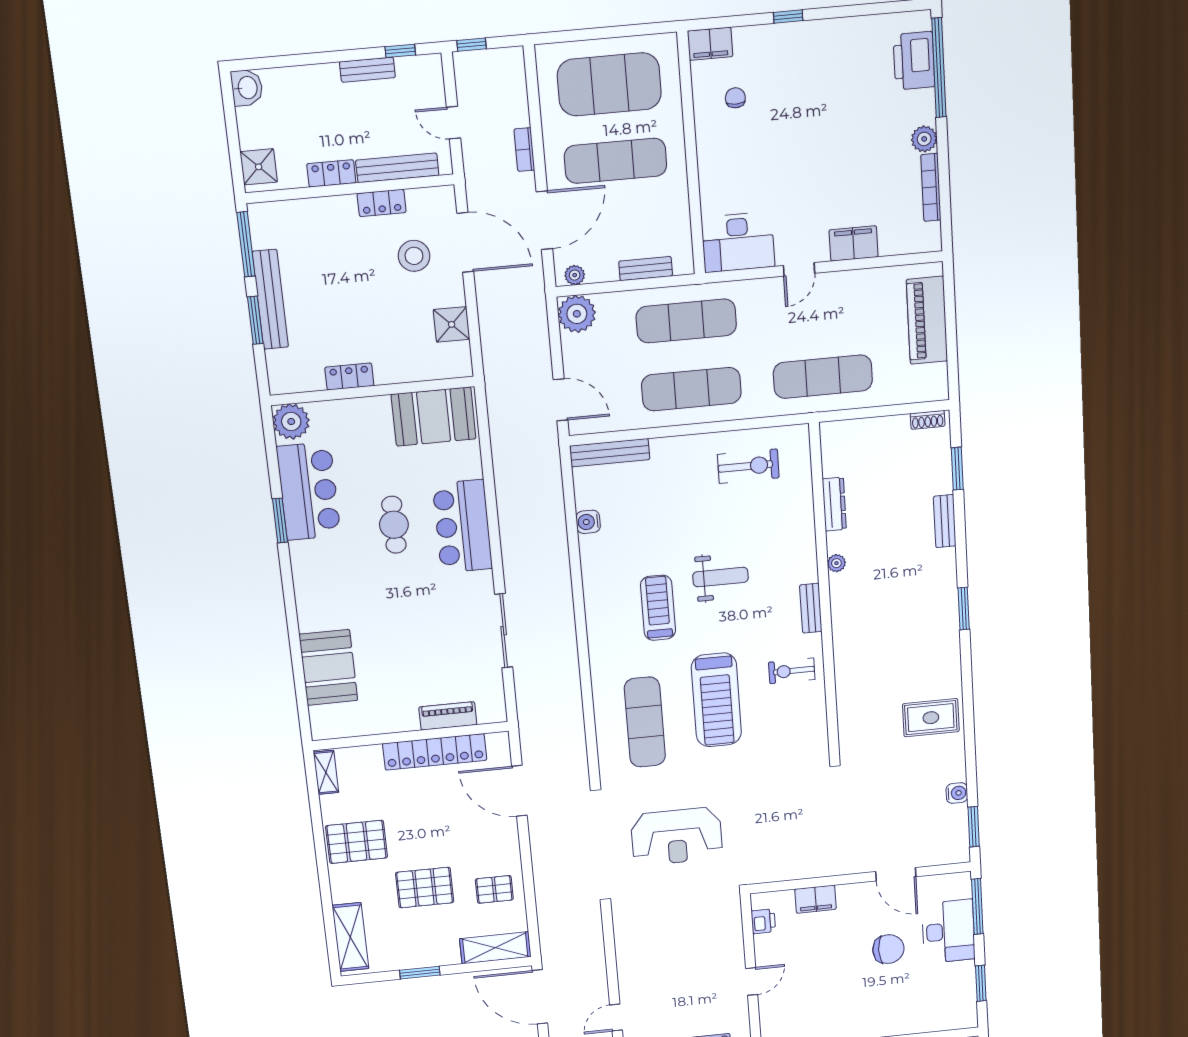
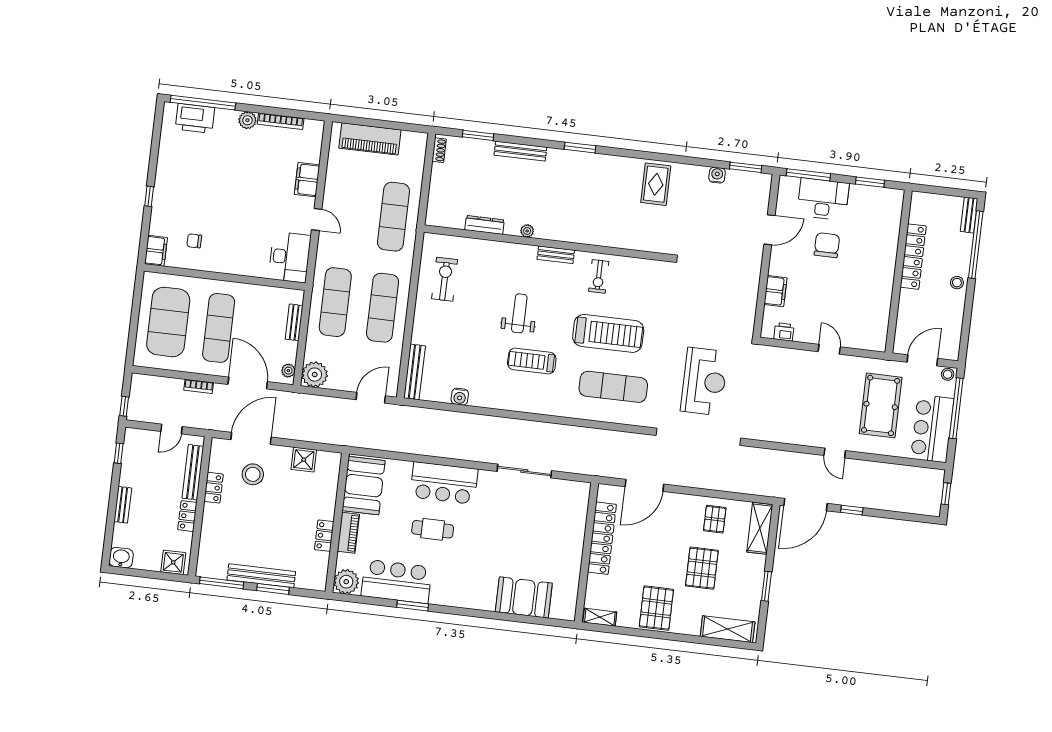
bench: (367, 70) -> (123, 505), moved
bench: (945, 521) -> (520, 151), width x1.36
piano: (448, 716) -> (348, 533), moved, turned 180

